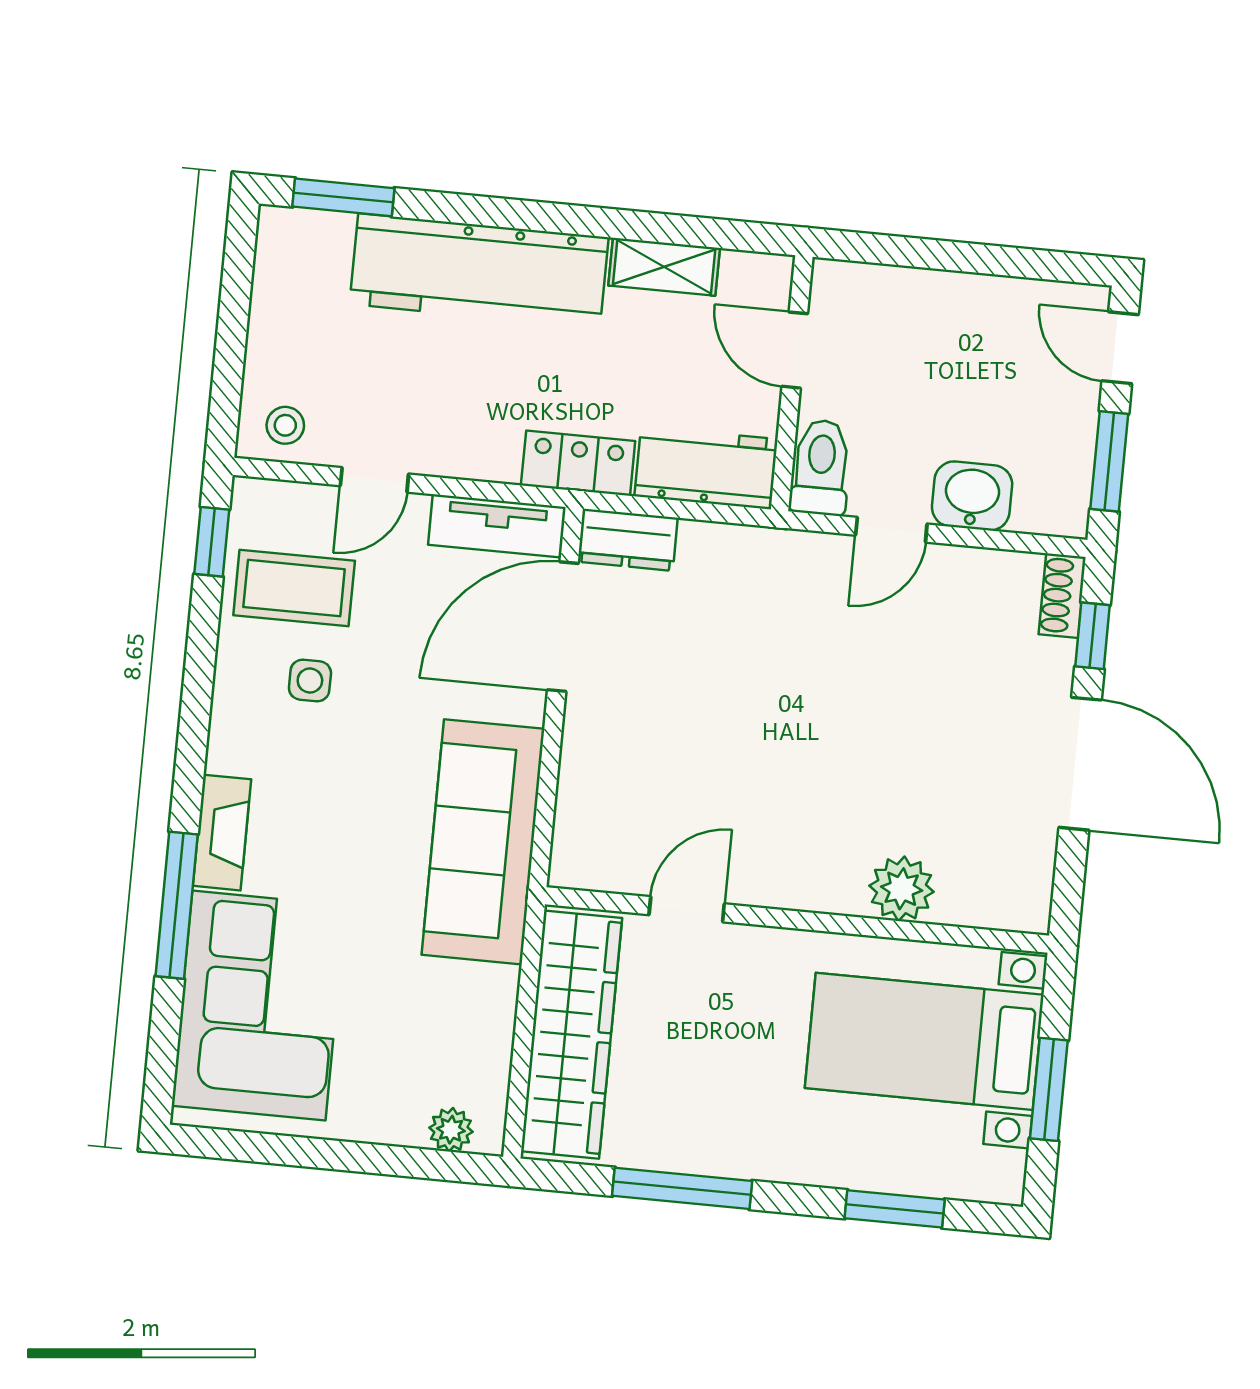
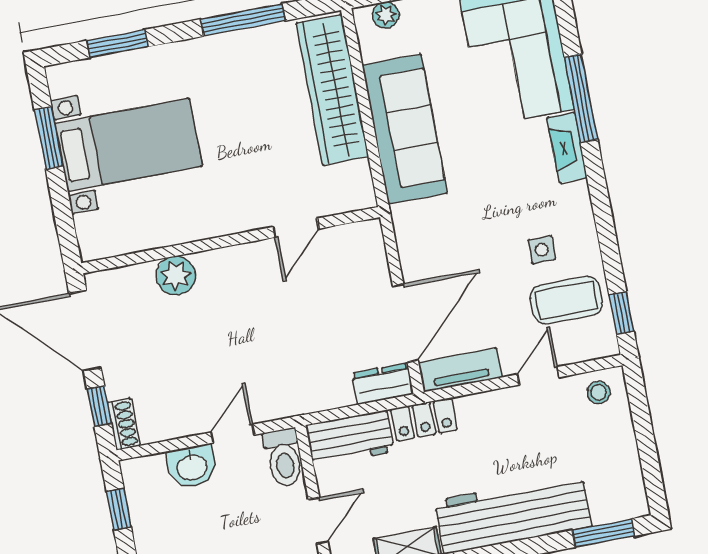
door: (795, 350) -> (318, 521), hinge flipped
window: (1109, 461) -> (119, 509), width x0.67
sofa: (483, 842) -> (405, 129), moved
plant: (902, 889) -> (176, 276), moved
door: (687, 909) -> (296, 228), moved
wall: (797, 920) -> (231, 240), moved

